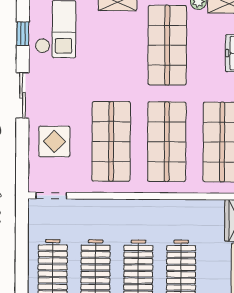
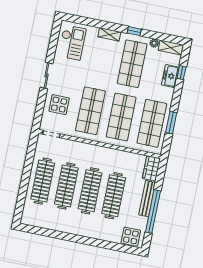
window: (23, 34) -> (54, 41), removed

